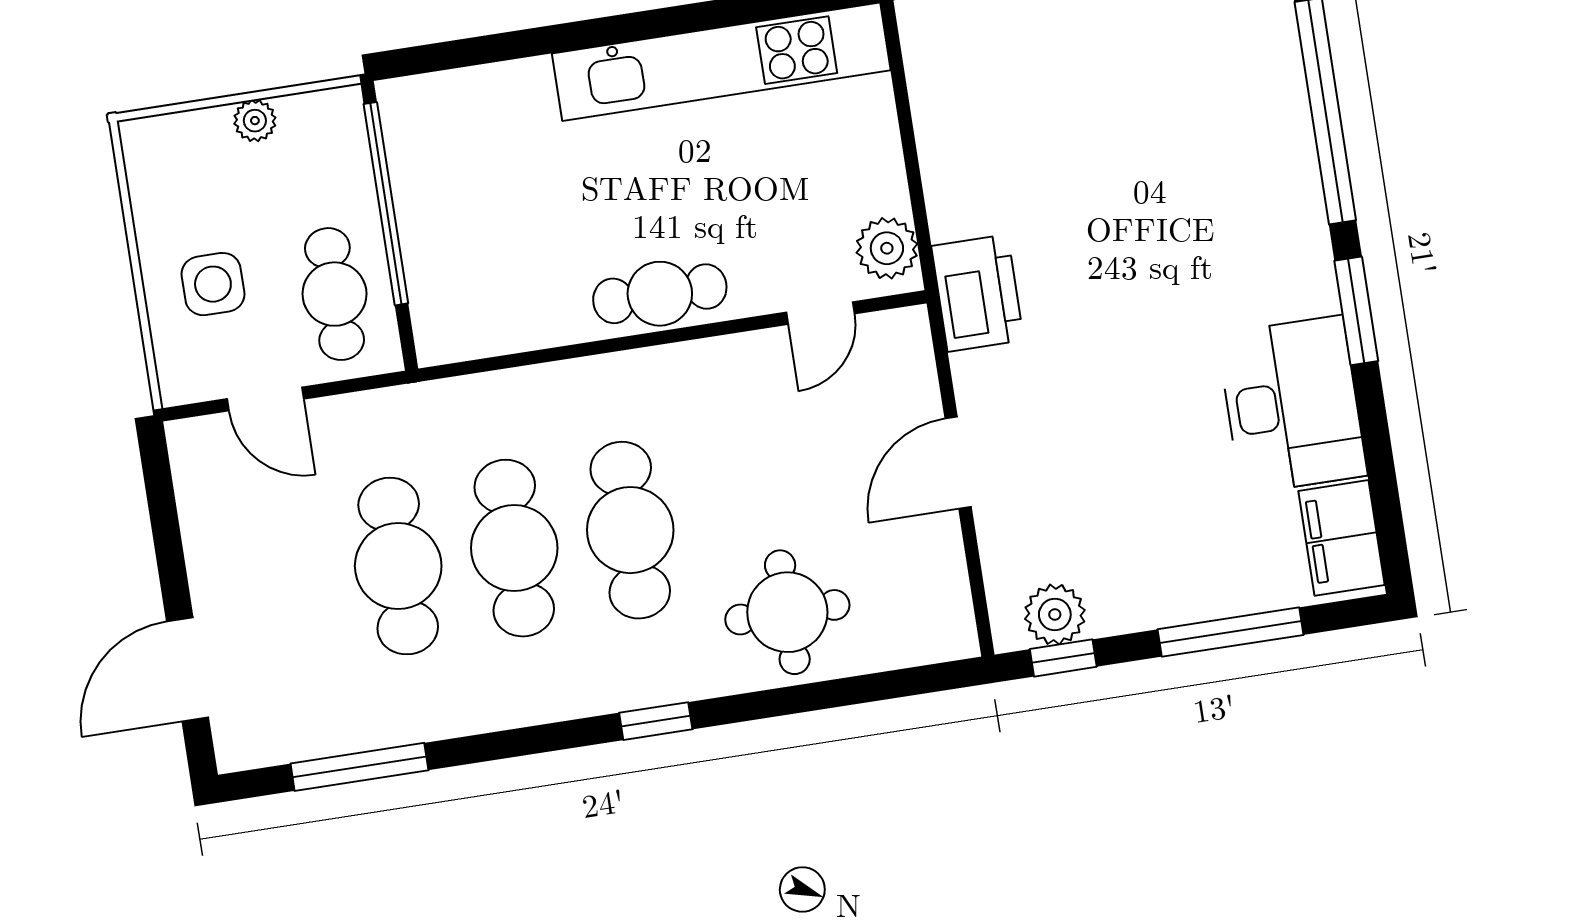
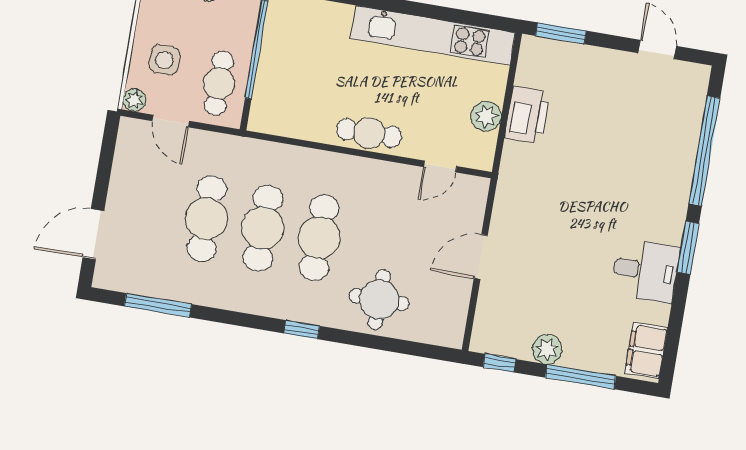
plant: (887, 248) -> (486, 116), moved
printer: (978, 293) -> (527, 115), moved
plant: (181, 382) -> (134, 100), added
desk: (1292, 405) -> (646, 271), width x0.73
plant: (1055, 614) -> (547, 349), moved

